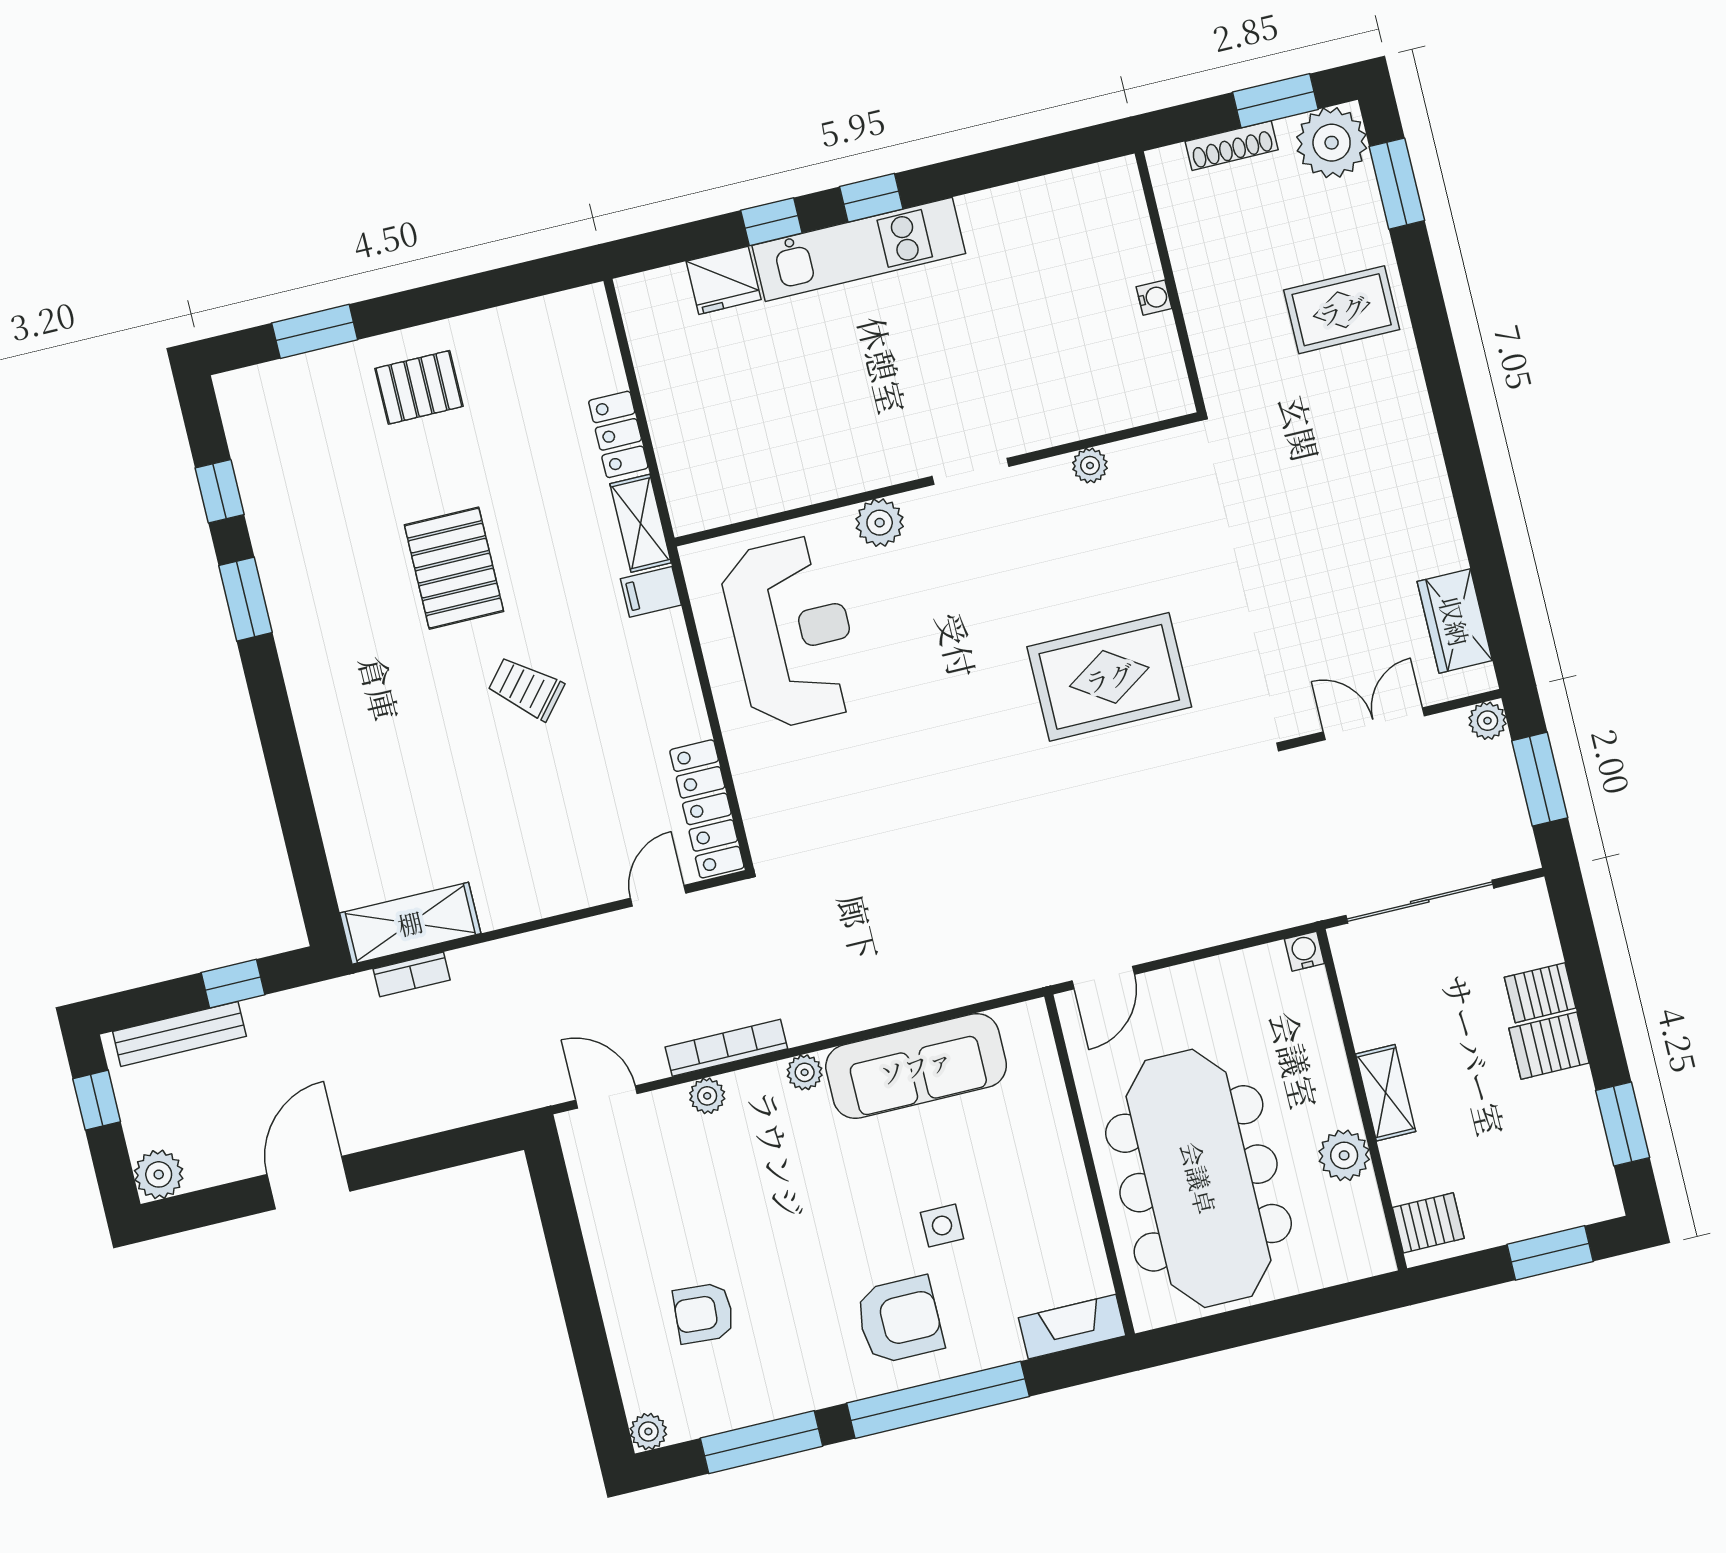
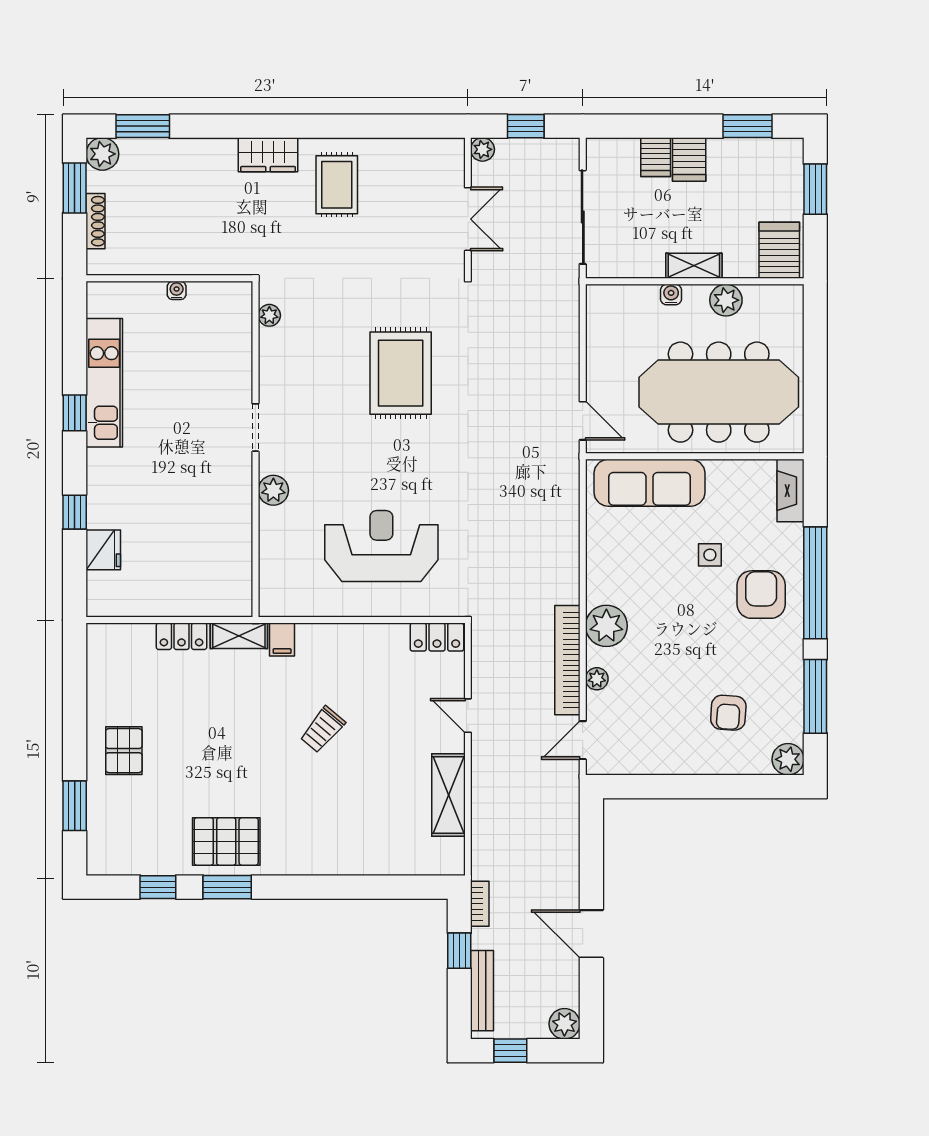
plant: (1332, 143) -> (102, 154), width x0.73, depth x0.73
window: (871, 198) -> (75, 413), moved
kitchen unit: (859, 249) -> (104, 383), moved
rug: (1342, 310) -> (337, 185), moved
plant: (1090, 465) -> (269, 315), moved
pallet: (454, 568) -> (226, 841), moved
wardrobe: (1455, 621) -> (268, 155), moved
reception desk: (792, 632) -> (381, 546), moved
double door: (1374, 724) -> (468, 219), swing flipped
window: (1540, 779) -> (526, 126), width x0.67
locker: (707, 809) -> (437, 637), width x0.66
door: (658, 896) -> (468, 716), moved
shelving: (410, 923) -> (448, 795), moved
water cooler: (1304, 951) -> (671, 295), moved, turned 90
bookcase: (412, 974) -> (480, 904), moved
bookcase: (726, 1048) -> (567, 660), width x1.48, depth x1.31
sofa: (916, 1066) -> (649, 483), moved, turned 90
plant: (805, 1072) -> (606, 626), width x1.88, depth x1.88
server rack: (1428, 1223) -> (779, 250), width x1.36, depth x1.44
plant: (648, 1432) -> (788, 759), width x1.38, depth x1.38

